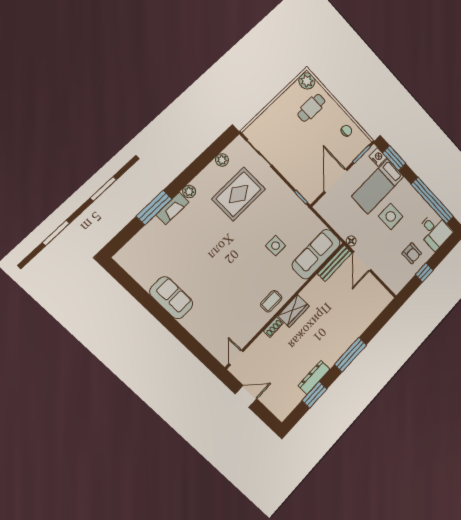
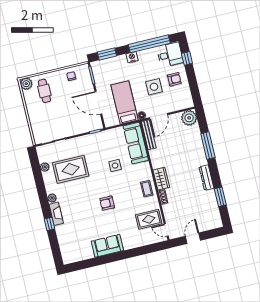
nightstand: (378, 157) -> (132, 57), moved
bed: (378, 186) -> (124, 103), moved, turned 180
rug: (239, 194) -> (71, 169), turned 90
window: (154, 208) -> (50, 224), width x0.46
side table: (391, 216) -> (154, 87), moved
door: (362, 261) -> (158, 116), hinge flipped
armchair: (225, 264) -> (107, 203), added
window: (424, 272) -> (187, 58), moved
plant: (381, 298) -> (189, 118), added
rug: (236, 328) -> (149, 219), added
window: (350, 355) -> (208, 146), moved
dresser: (314, 377) -> (206, 178), moved

